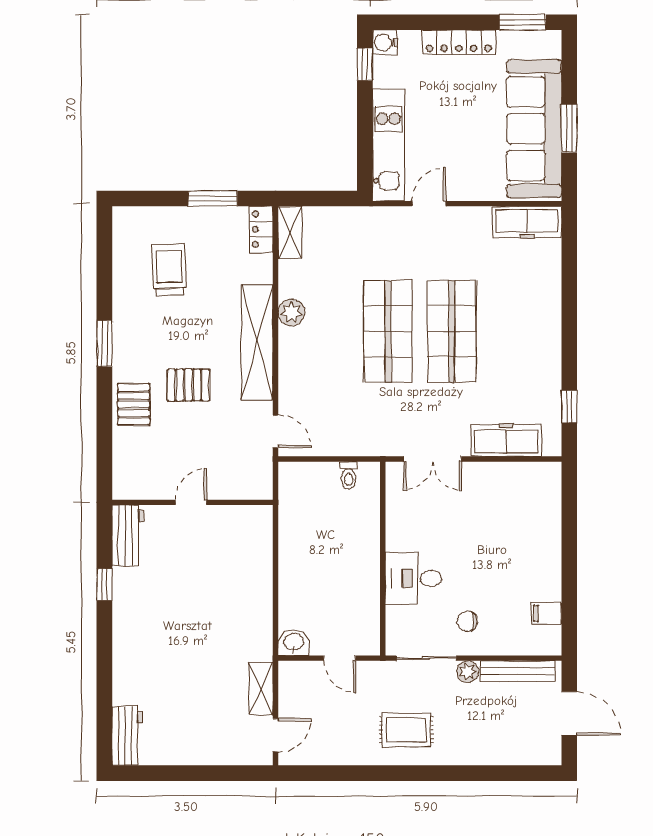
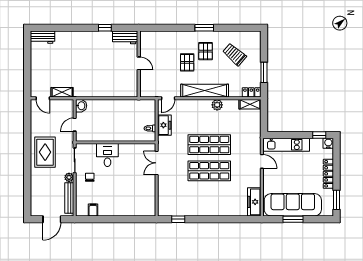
trolley: (169, 270) -> (235, 54), turned -137
pallet: (134, 404) -> (206, 51), moved, turned 90
freezer: (506, 440) -> (164, 125), moved, width x0.71
rug: (406, 730) -> (45, 152), width x1.36, depth x1.43

